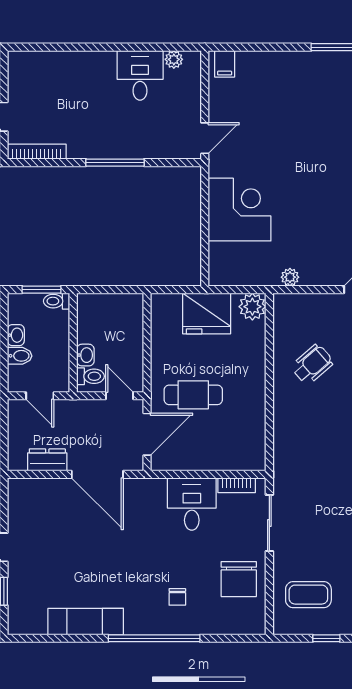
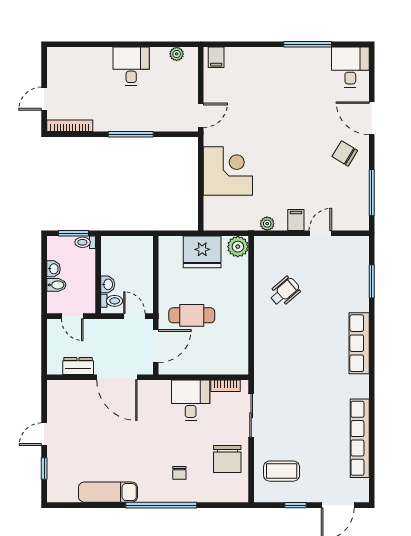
desk: (140, 75) -> (131, 66), moved
filing cabinet: (327, 272) -> (296, 220), added

